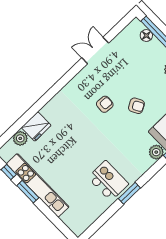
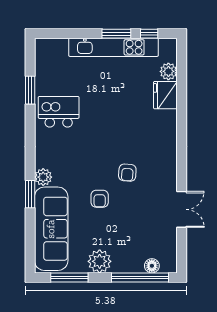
armchair: (136, 106) -> (100, 199), turned -61
kitchen island: (108, 181) -> (59, 112), turned 180
window: (129, 193) -> (30, 90), moved

